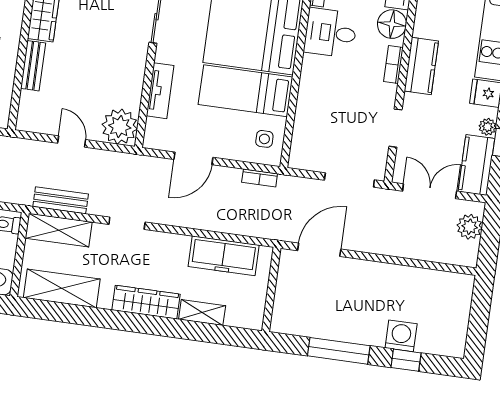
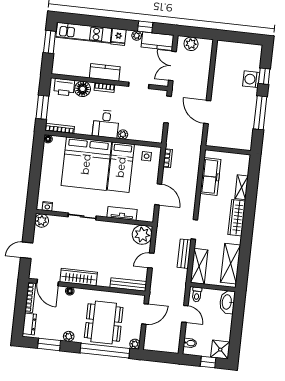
desk: (331, 33) -> (106, 124), moved
bench: (33, 66) -> (128, 284), moved, width x1.36
plant: (306, 96) -> (123, 134), added
bench: (61, 200) -> (184, 254), moved
door: (319, 250) -> (207, 112), moved

